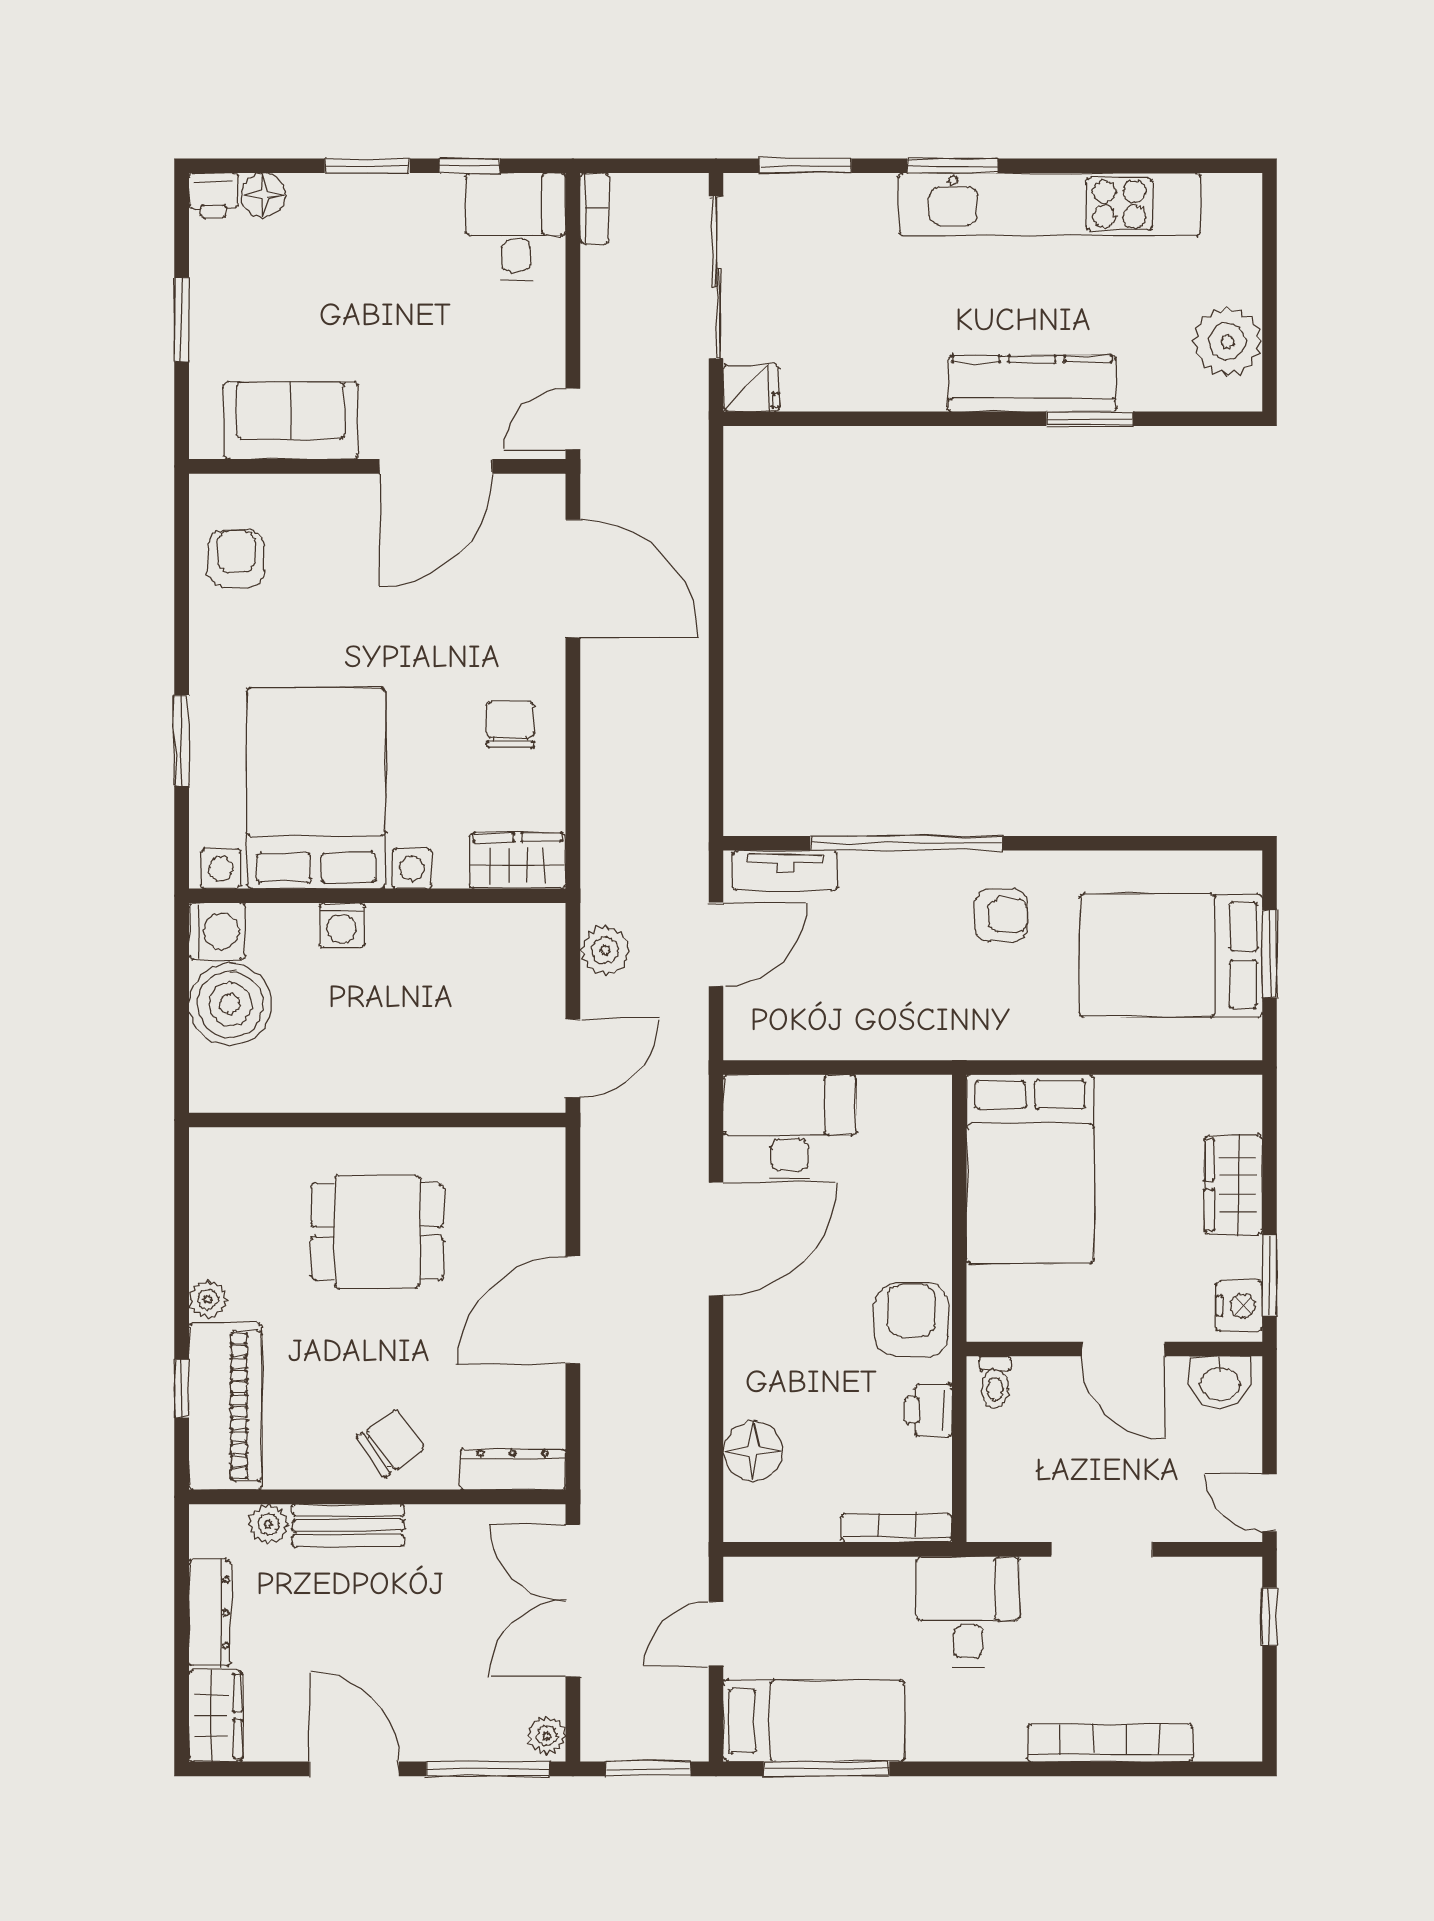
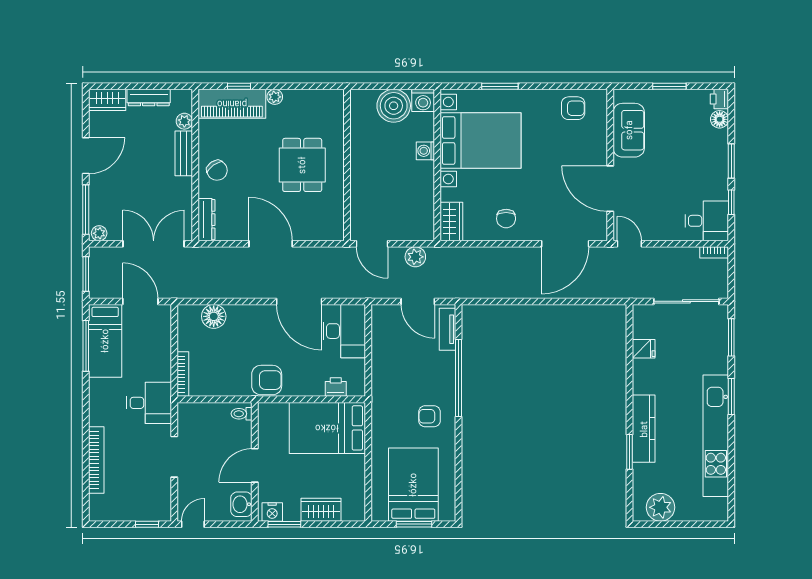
fridge: (751, 388) -> (644, 349), moved, turned -90
chair: (510, 725) -> (506, 219), turned 90
armchair: (1001, 915) -> (429, 416), turned 90
printer: (929, 1410) -> (336, 387), moved
door: (716, 1634) -> (140, 301), width x1.38

